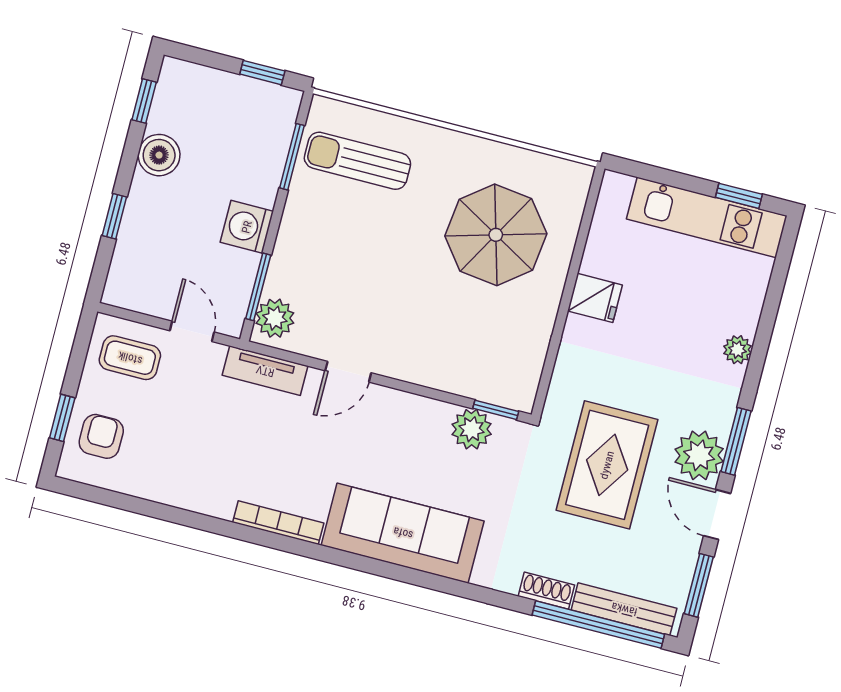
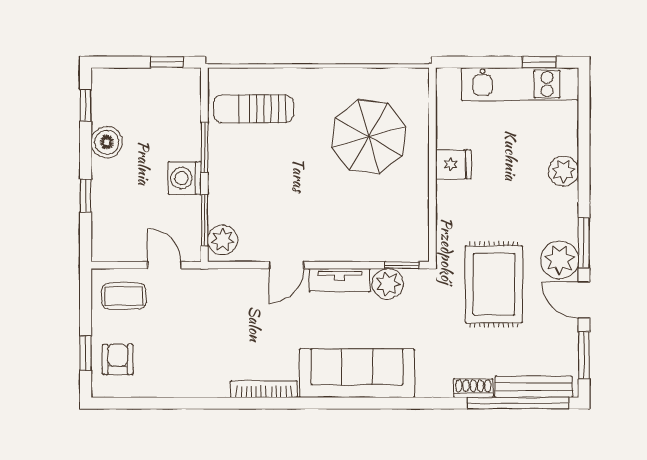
window: (292, 157) -> (204, 147), moved
plant: (737, 350) -> (564, 171), width x1.38, depth x1.38
tv unit: (265, 371) -> (340, 280), moved

